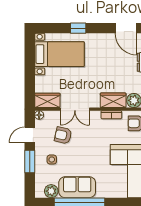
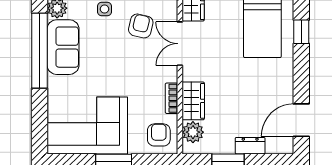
window: (78, 28) -> (301, 32), moved

